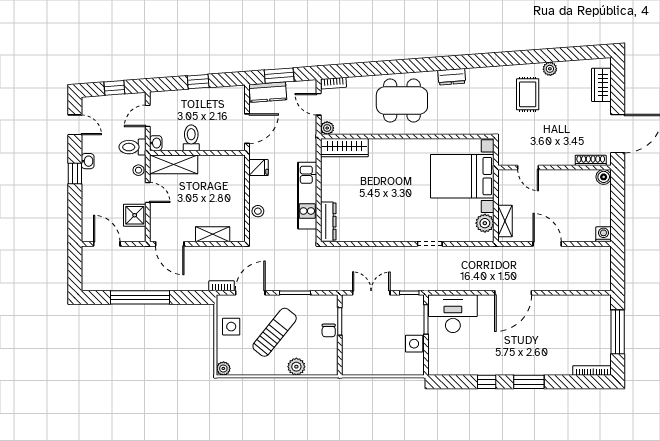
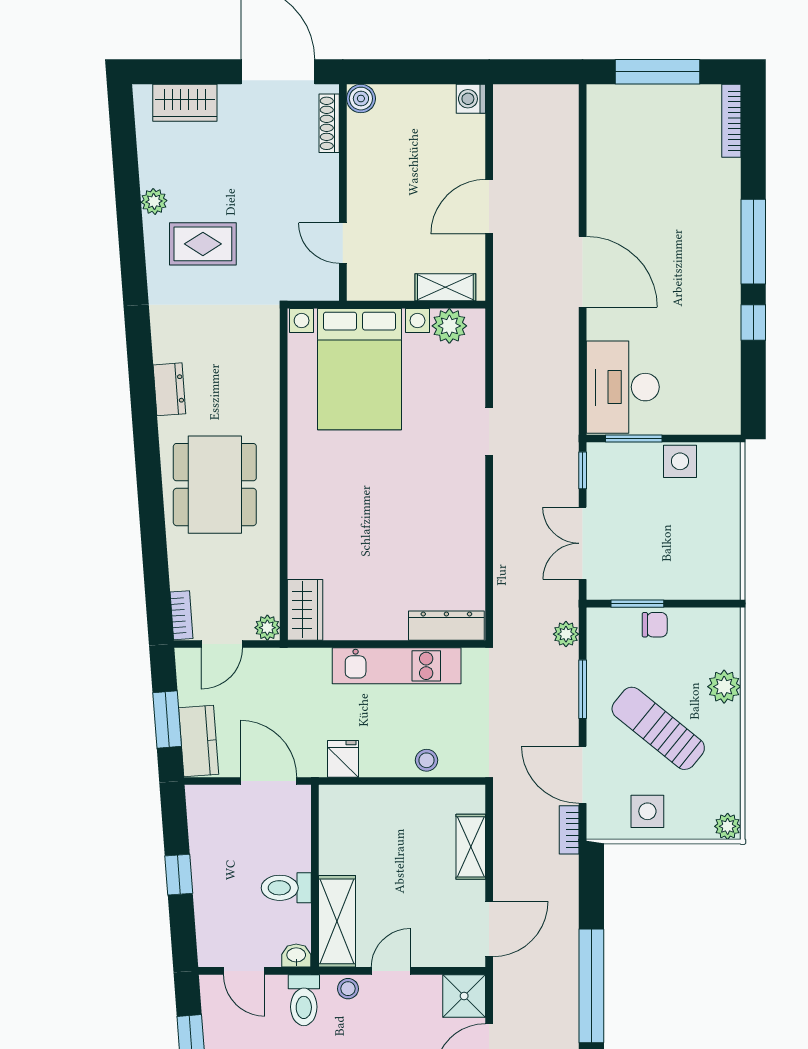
wardrobe: (344, 148) -> (305, 610), width x0.67
door: (528, 167) -> (343, 243), swing flipped
shower: (135, 215) -> (464, 996), moved
plant: (324, 284) -> (566, 634), added
window: (529, 382) -> (753, 242), width x1.44

